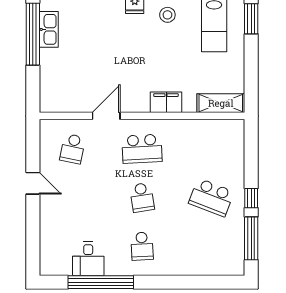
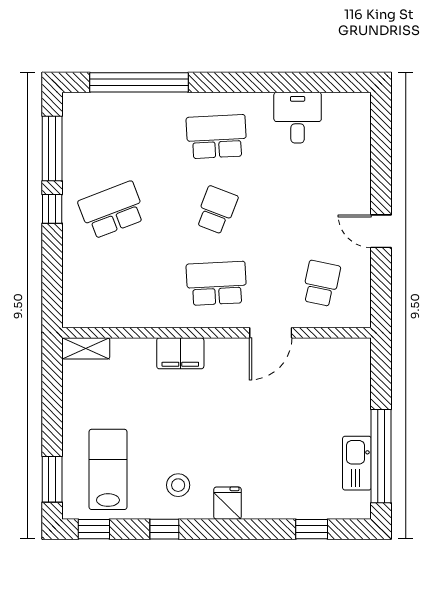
shelving: (221, 103) -> (86, 348), width x0.67, depth x0.75
school desk: (142, 197) -> (217, 210), turned 30
school desk: (211, 197) -> (112, 210), turned -42
school desk: (142, 246) -> (217, 137), width x1.85
window: (101, 282) -> (139, 82), moved

